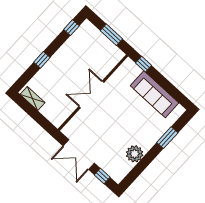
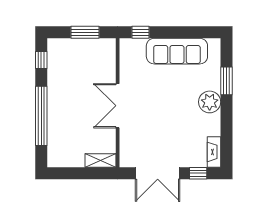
window: (42, 60) -> (41, 116), width x3.17
shelving: (32, 98) -> (100, 160), moved
plant: (135, 154) -> (210, 102), moved
fireplace: (123, 172) -> (214, 152), added

